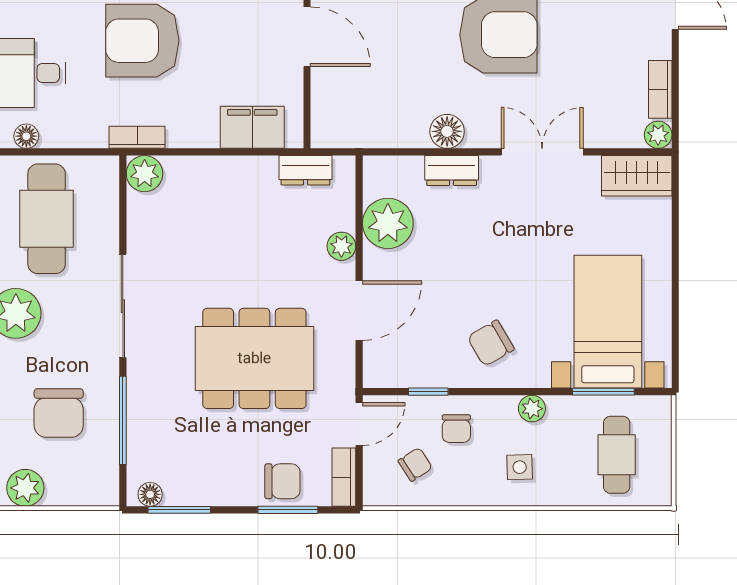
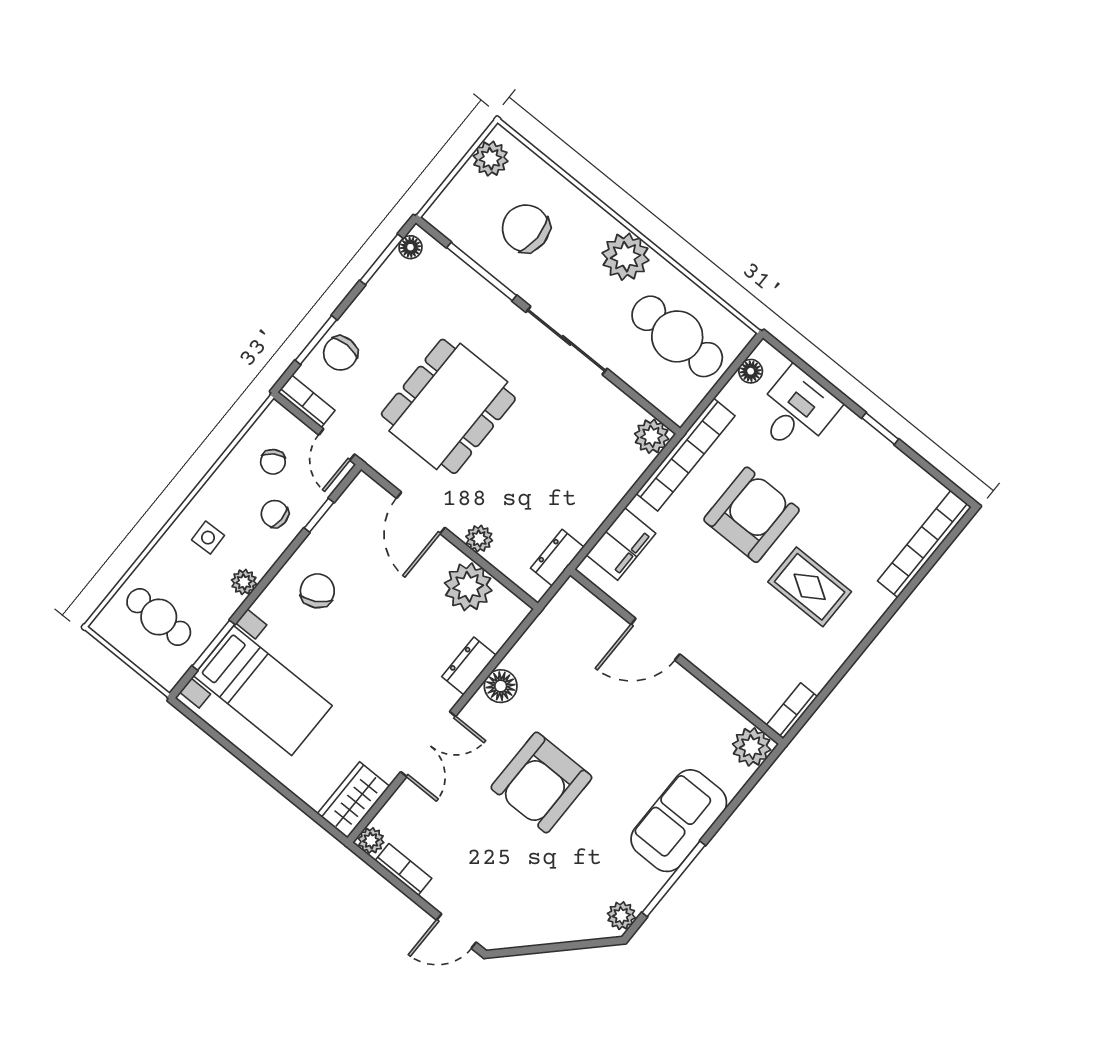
bookcase: (137, 137) -> (686, 455), width x2.31, depth x1.31

